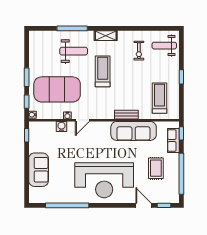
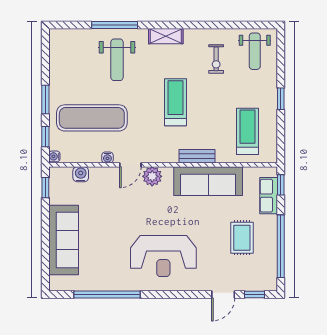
weight bench: (164, 46) -> (255, 51), turned -90
weight bench: (74, 51) -> (117, 60), turned 90
treadmill: (103, 71) -> (175, 102), moved
exercise mat: (57, 89) -> (92, 118), width x0.68
water cooler: (62, 126) -> (81, 174), moved
plant: (97, 128) -> (152, 176), added
sofa: (39, 170) -> (64, 240), width x1.36
reception desk: (104, 180) -> (163, 256), width x0.74, depth x0.77
door: (143, 205) -> (223, 294), swing flipped

